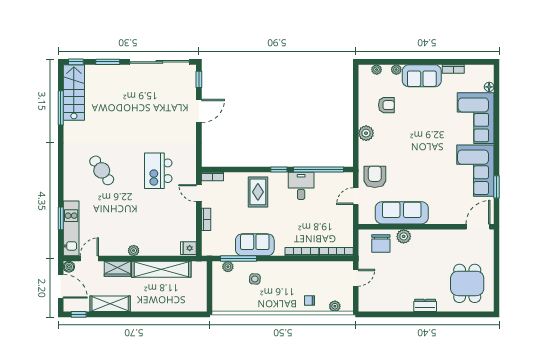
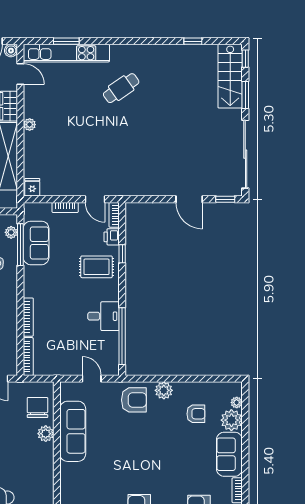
plant: (396, 70) -> (231, 420), width x1.87, depth x1.87
stairs: (74, 93) -> (230, 76), moved, turned 90
armchair: (386, 105) -> (196, 414), turned -90
window: (61, 108) -> (193, 41), width x0.46
window: (279, 170) -> (122, 254), moved
kitchen island: (158, 171) -> (121, 153), removed
armchair: (375, 177) -> (134, 400), moved
printer: (232, 179) -> (112, 237), added
door: (199, 193) -> (95, 199), swing flipped
kitchen unit: (71, 228) -> (66, 53), width x1.36
chair: (381, 244) -> (37, 407), turned 90
sofa: (255, 245) -> (36, 243), moved

